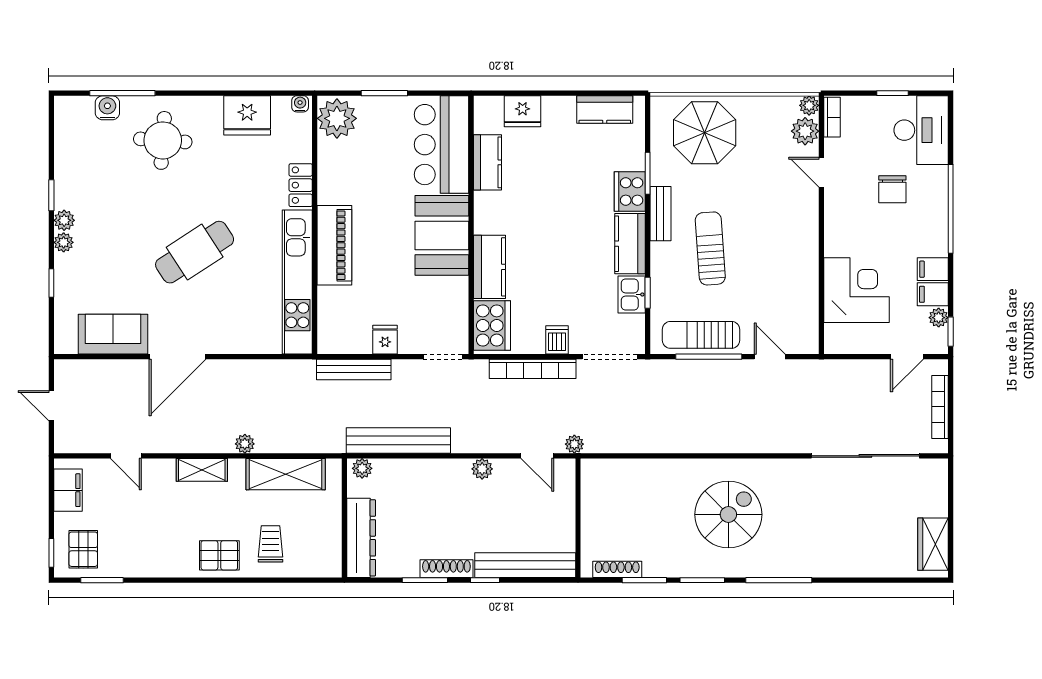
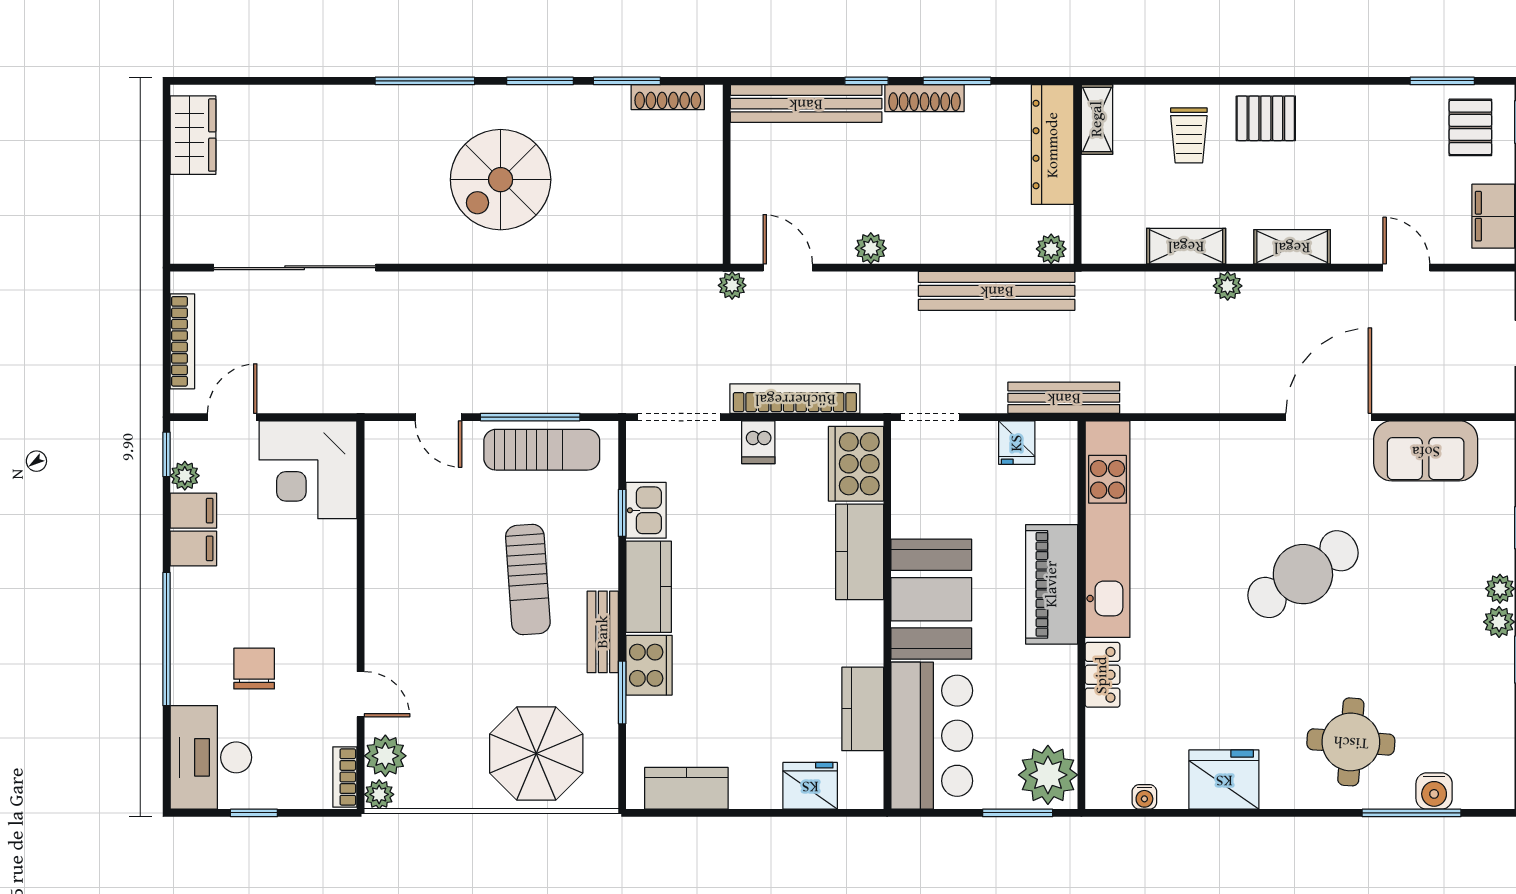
plant: (337, 118) -> (1048, 775), moved
locker: (301, 185) -> (1102, 675), moved
wall: (315, 225) -> (1081, 615), moved
piano: (334, 245) -> (1052, 584), moved
kitchen unit: (297, 282) -> (1108, 529), moved
corner desk: (856, 290) -> (308, 470), moved
shelving: (286, 474) -> (1186, 246), width x0.67, depth x0.75
shelving: (332, 555) -> (1097, 119), added

